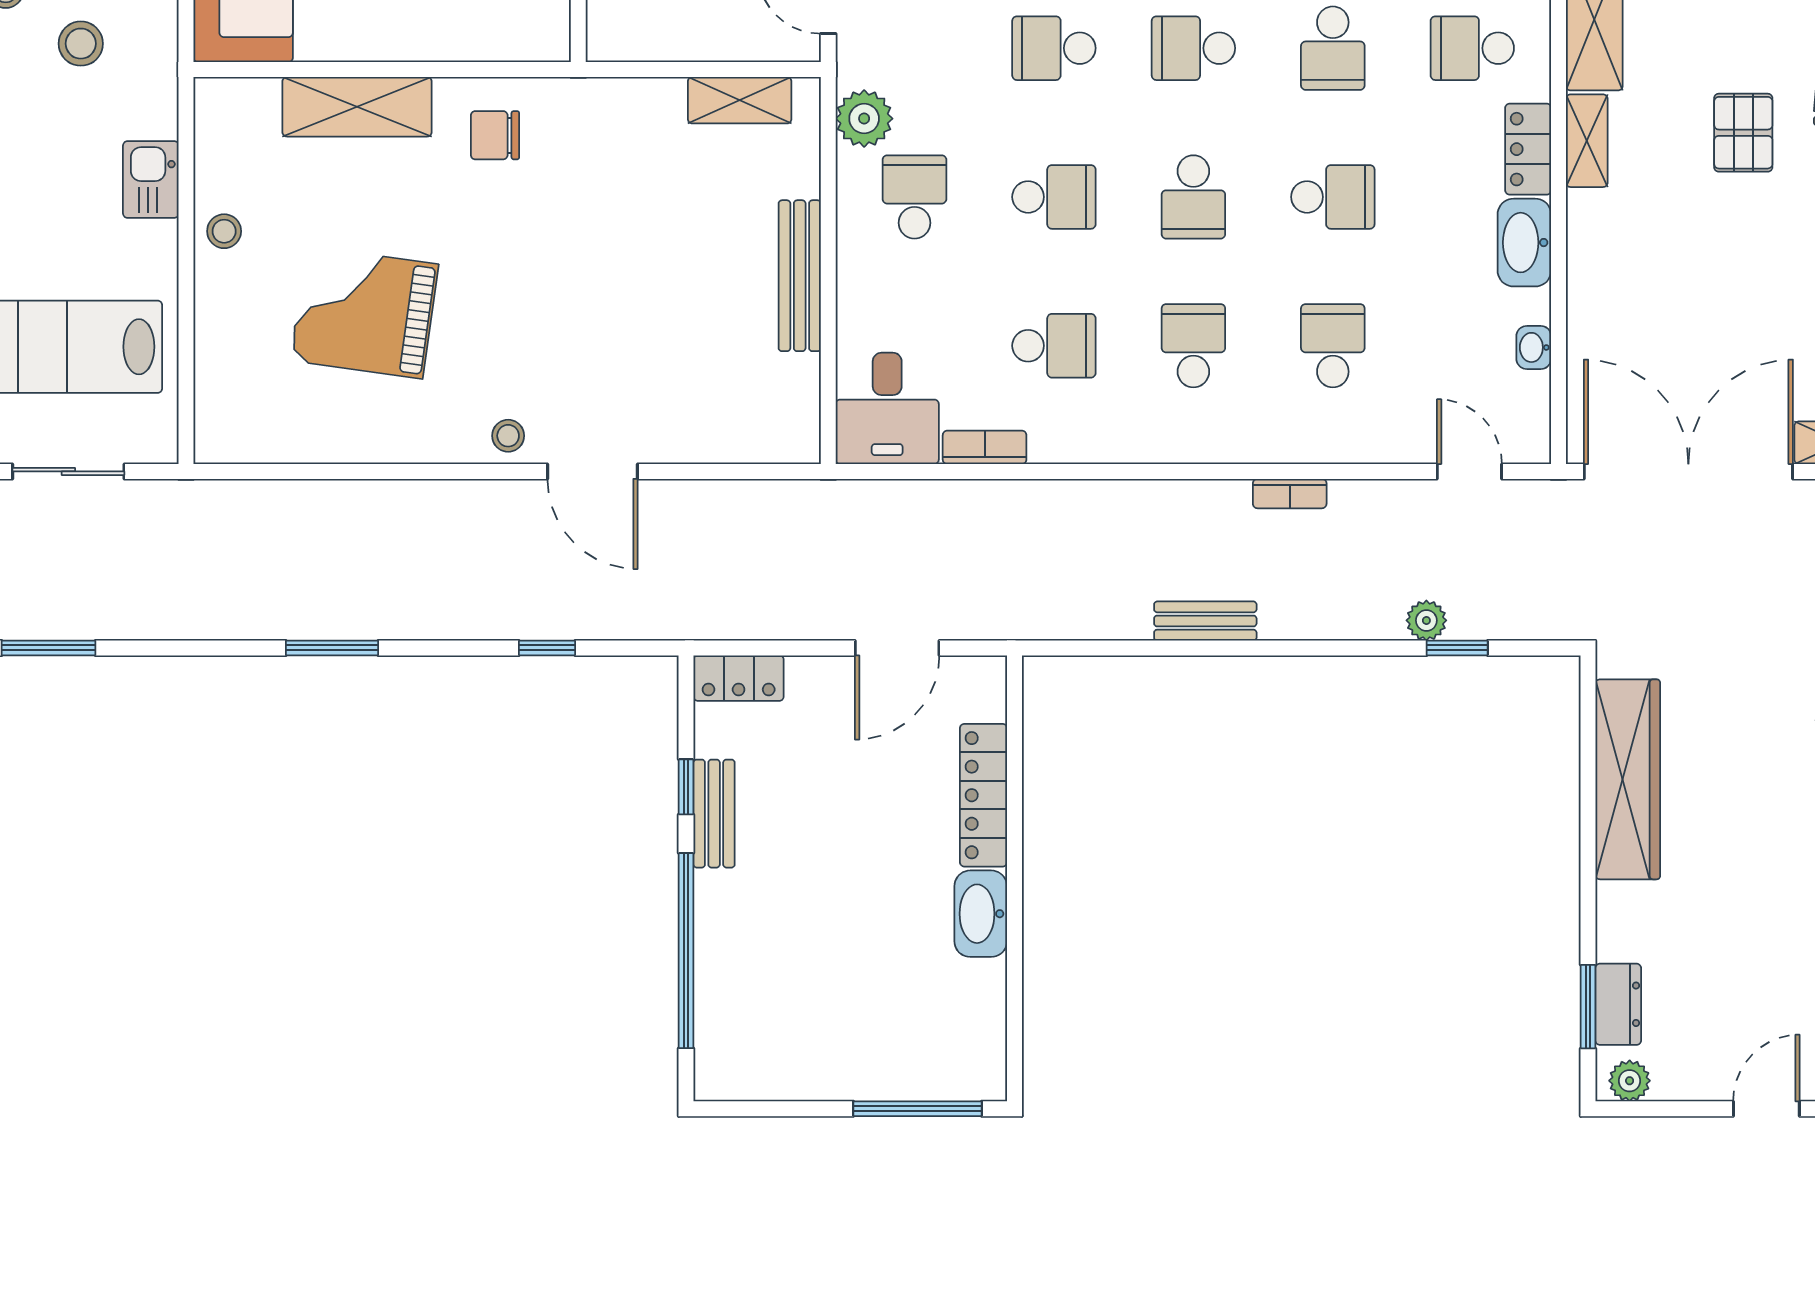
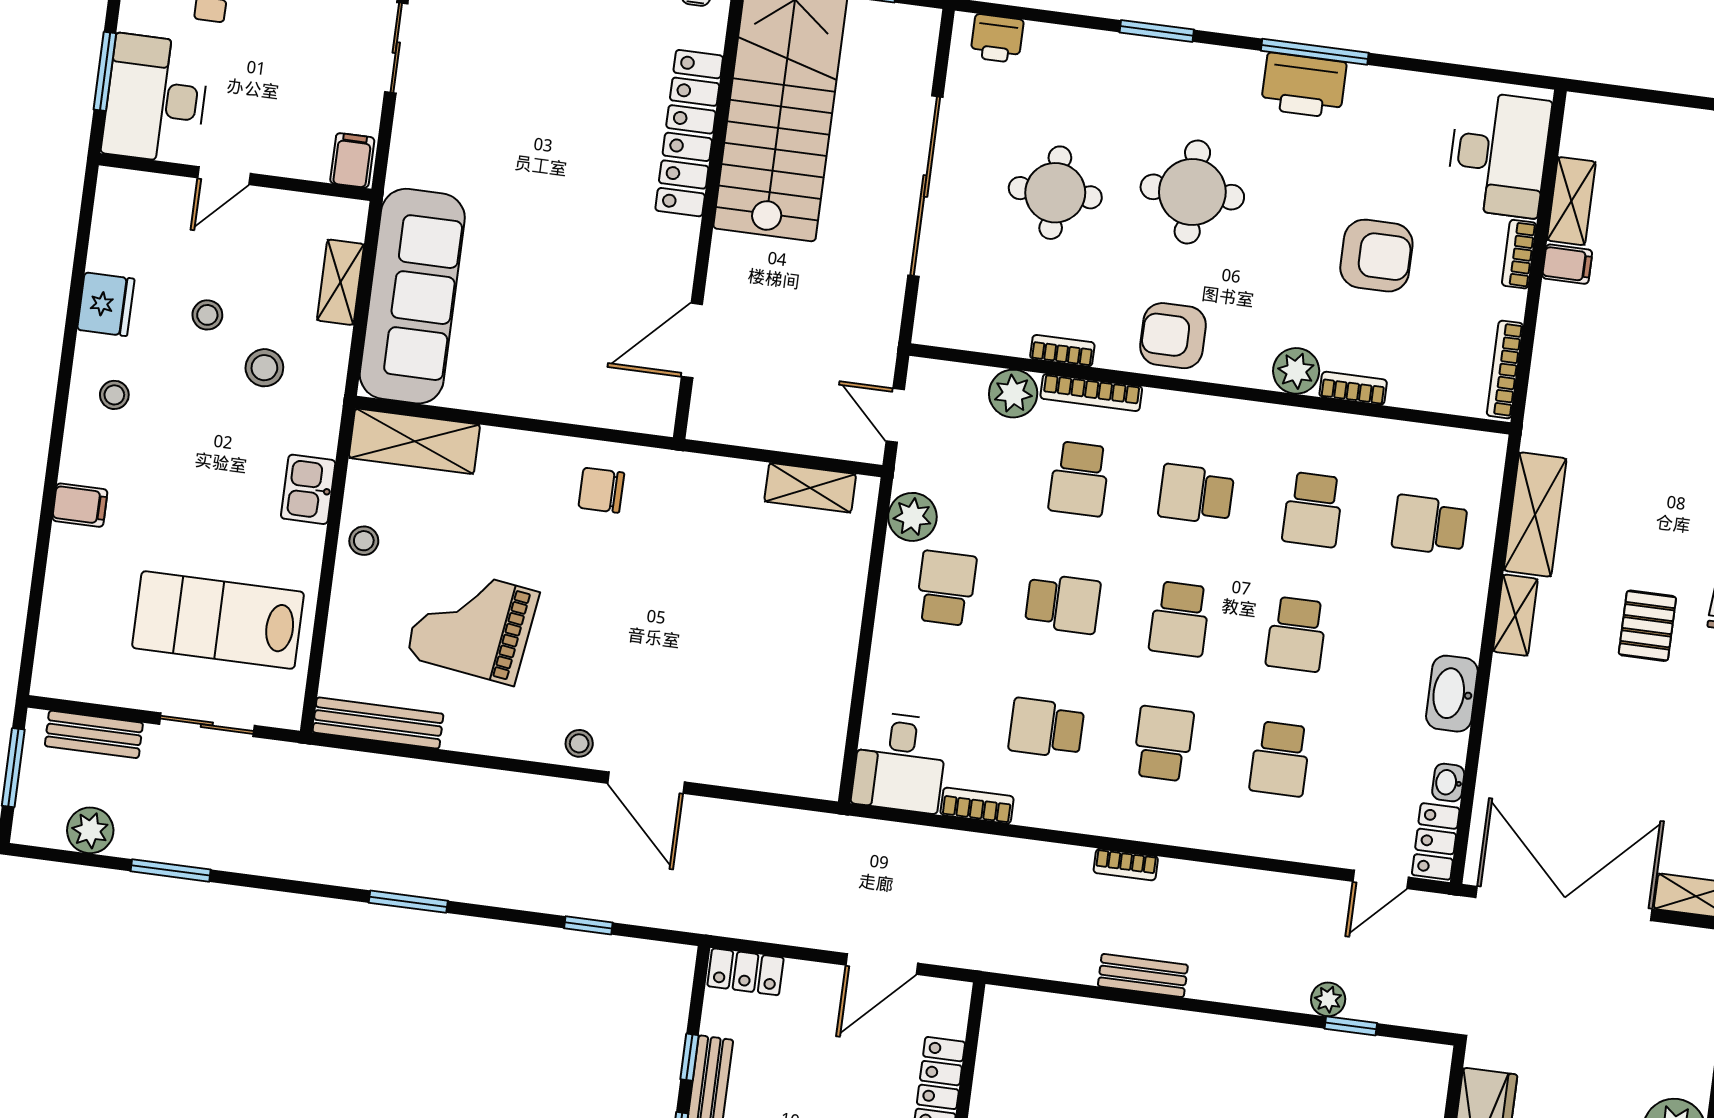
school desk: (1054, 48) -> (1079, 479), turned -90
shelving: (357, 107) -> (414, 441), moved
locker: (1528, 149) -> (1436, 841), moved
school desk: (1333, 197) -> (1296, 634), turned 90
bench: (800, 276) -> (378, 723), moved, turned 90
school desk: (1054, 346) -> (1046, 728), turned 180
school desk: (1333, 346) -> (1280, 759), turned 180
door: (1469, 471) -> (1381, 879), swing flipped
bookcase: (1290, 494) -> (1126, 865), moved

